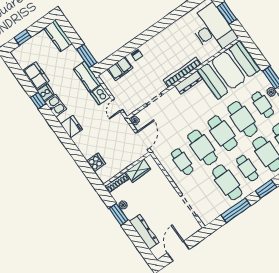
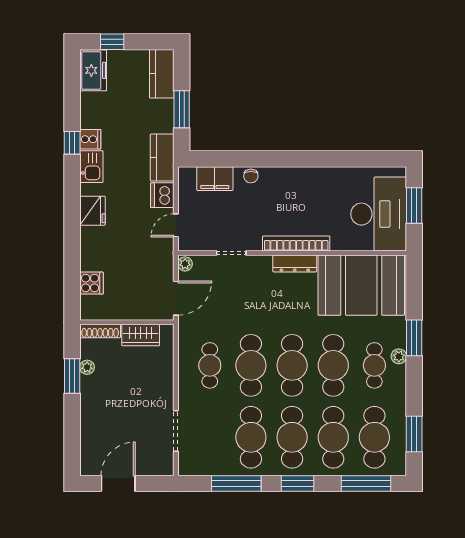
window: (87, 56) -> (182, 109), moved
freezer: (36, 76) -> (93, 70), moved
cafe table: (247, 168) -> (292, 437), width x1.37, depth x1.35
dresser: (144, 232) -> (90, 424), removed

